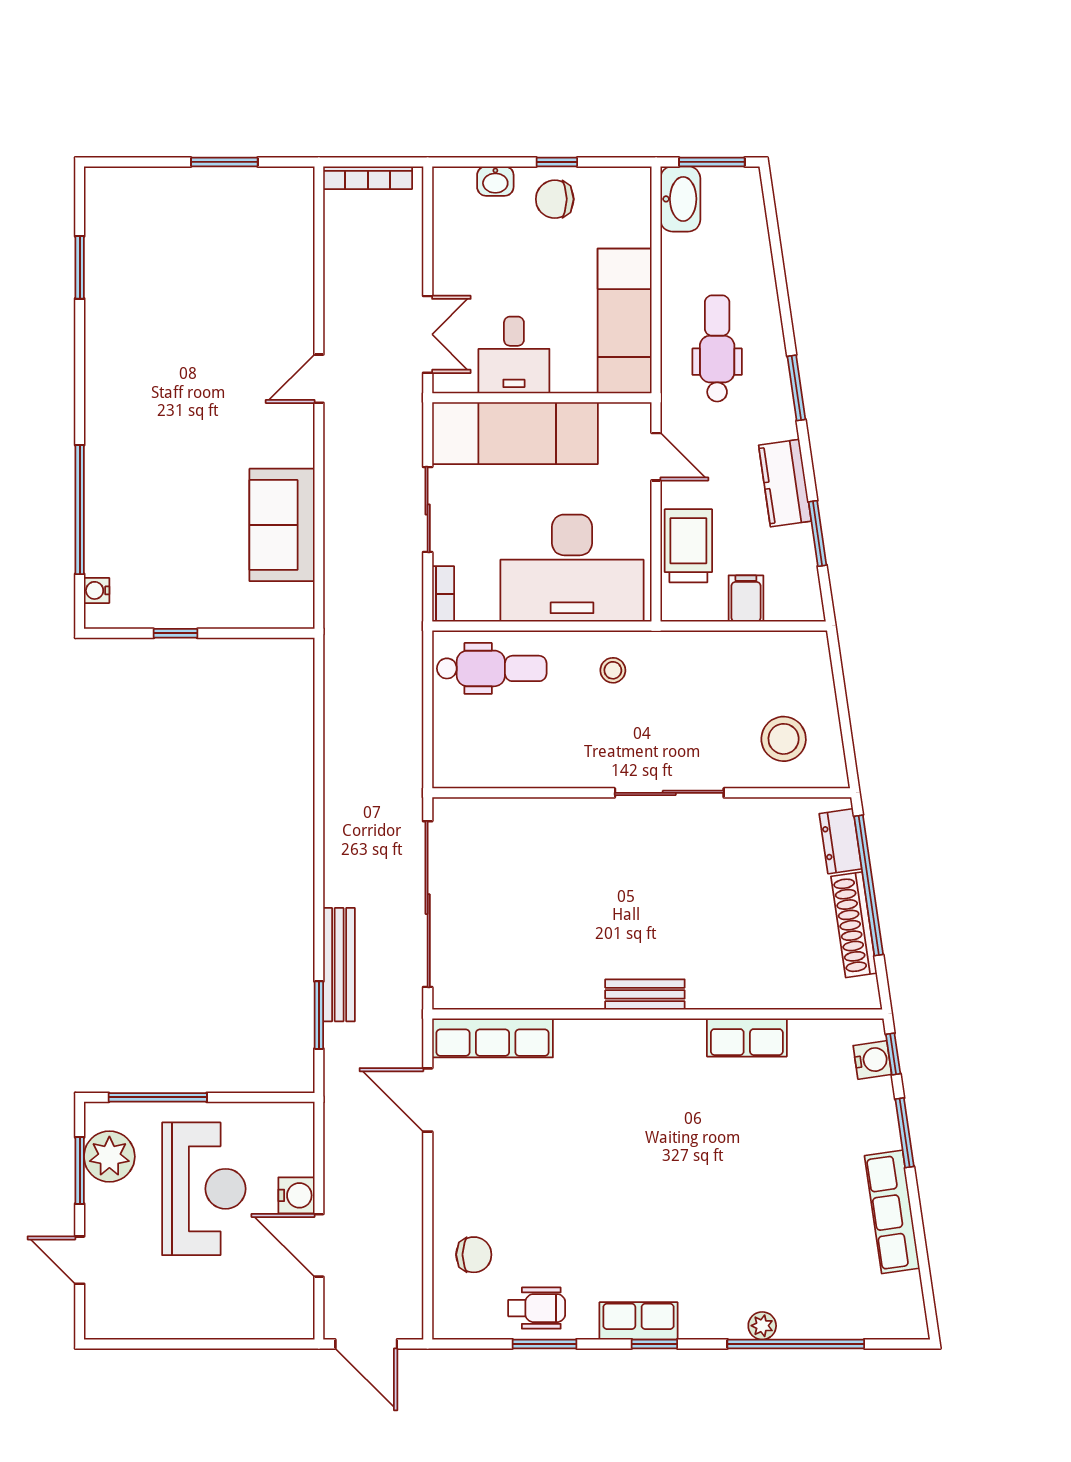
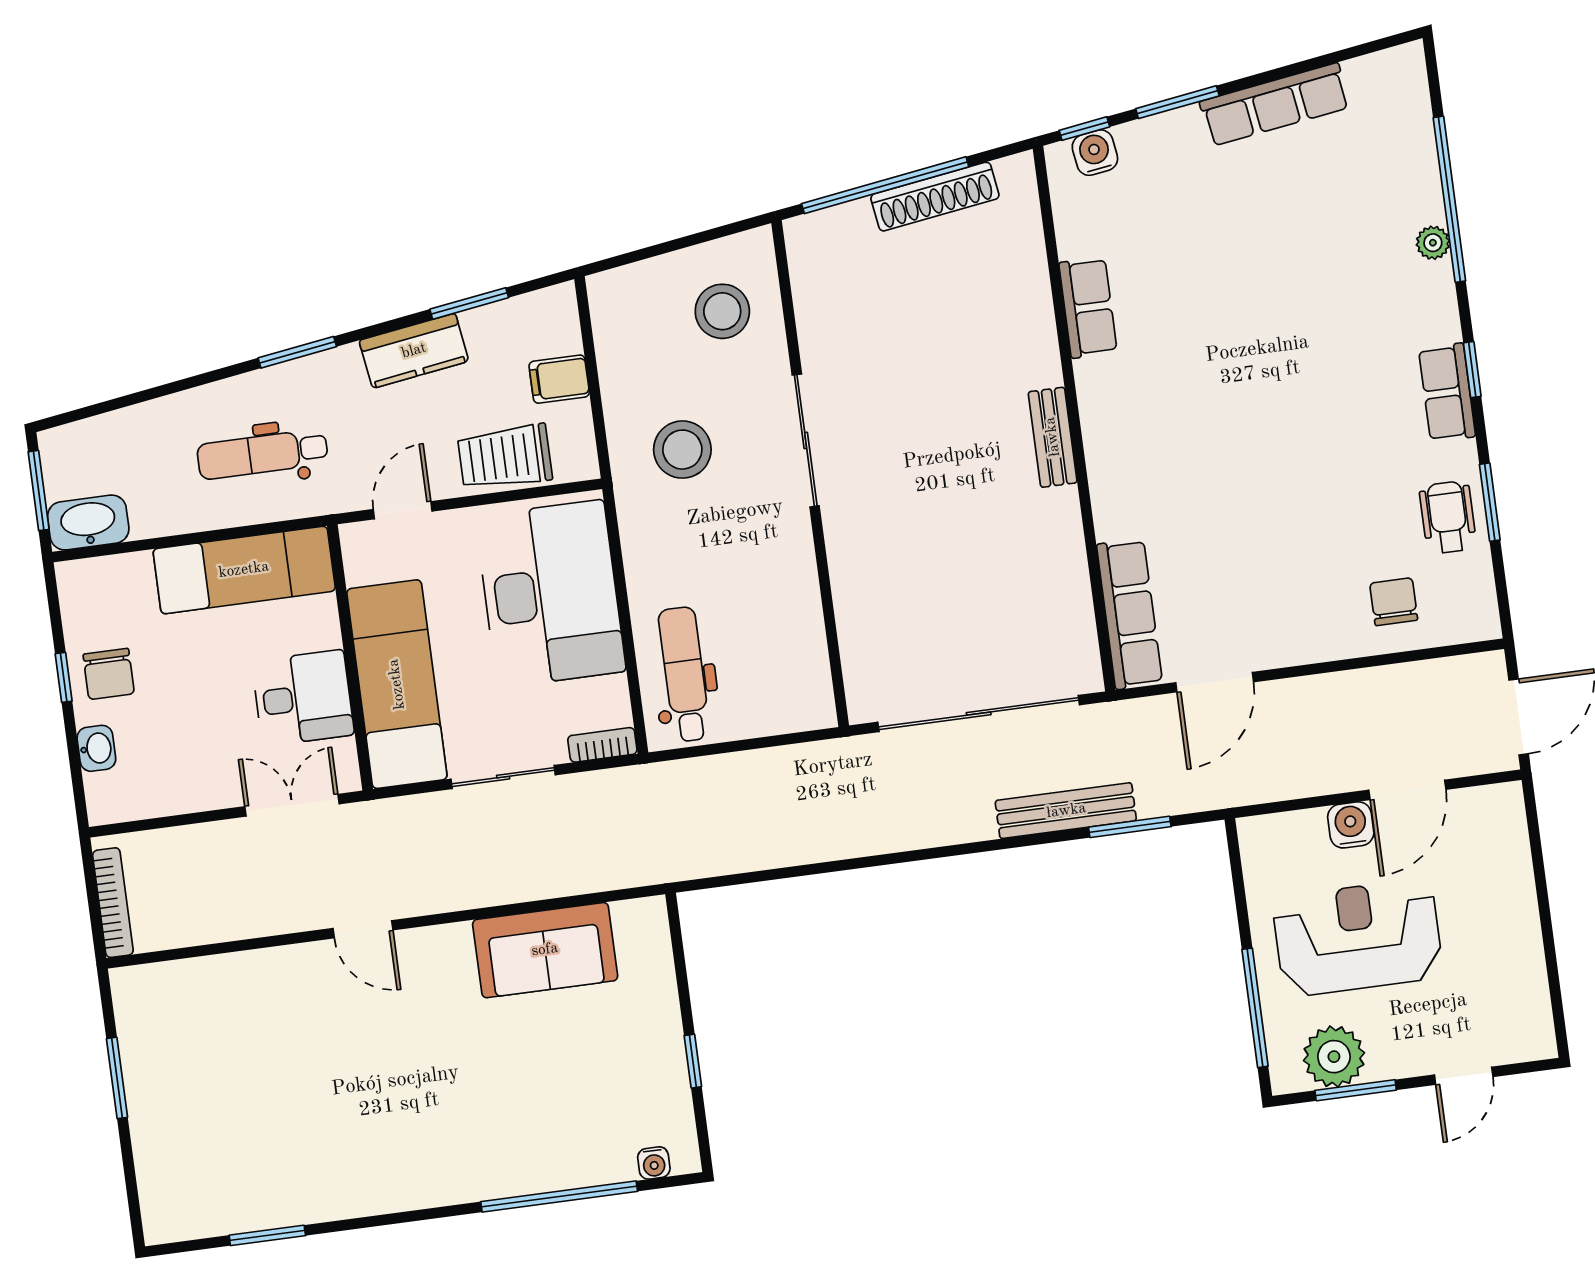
stool: (613, 670) -> (682, 450), moved, width x1.89, depth x1.89
dresser: (841, 841) -> (836, 226), removed

